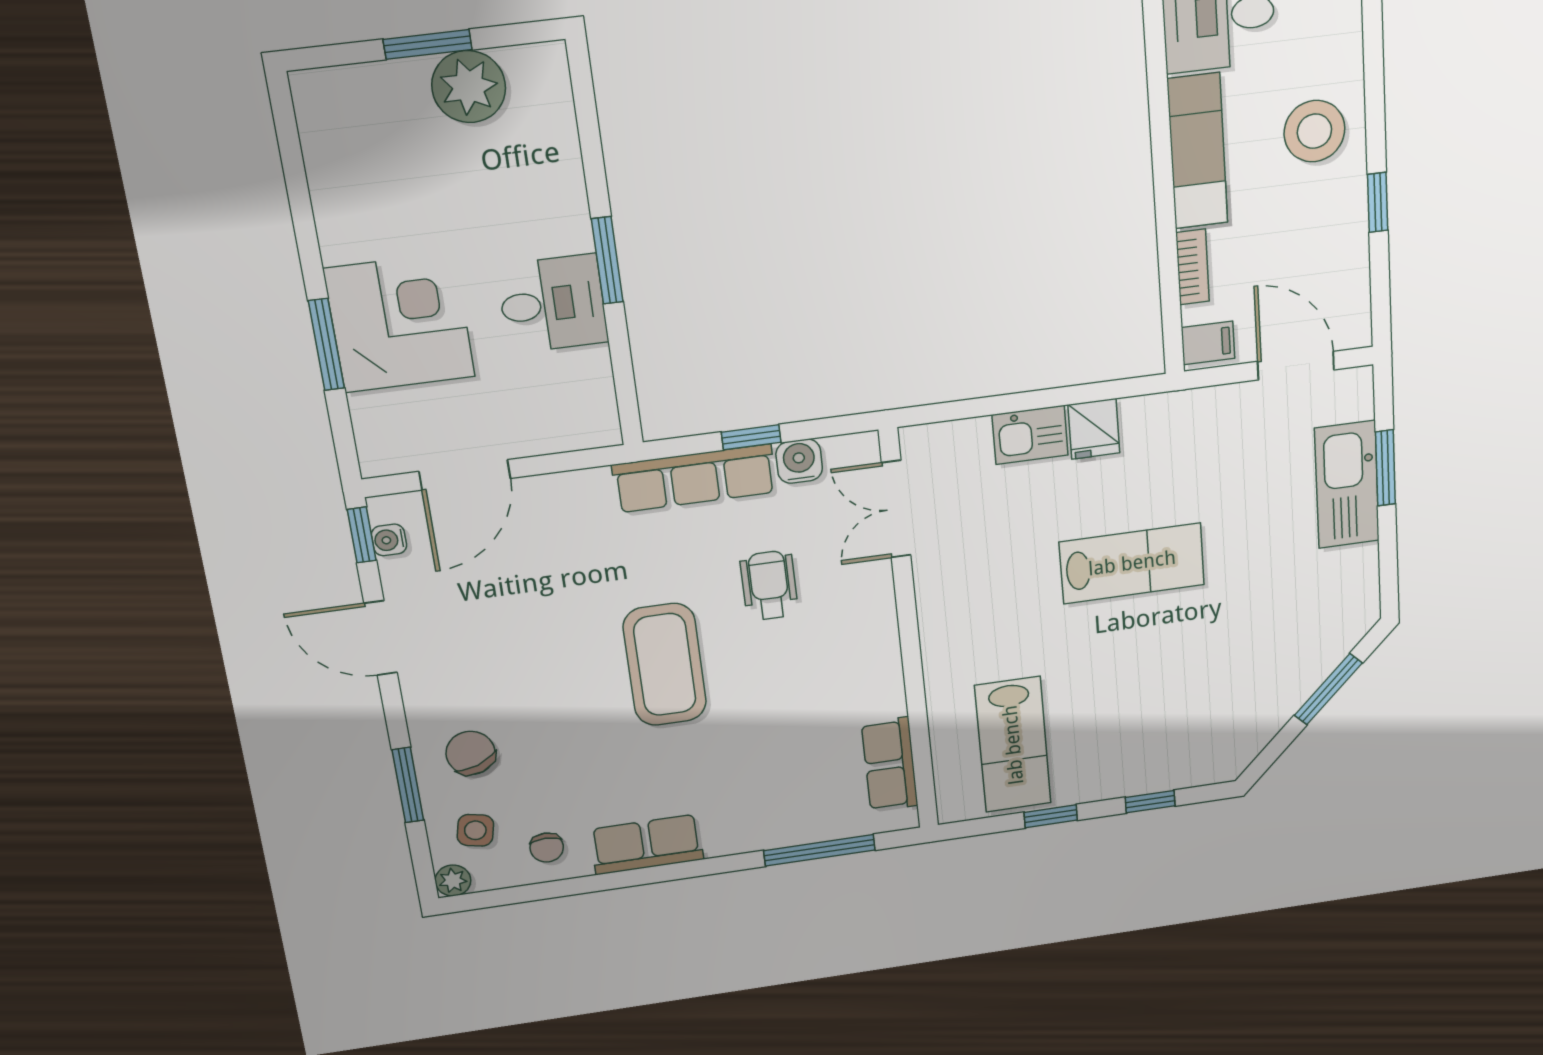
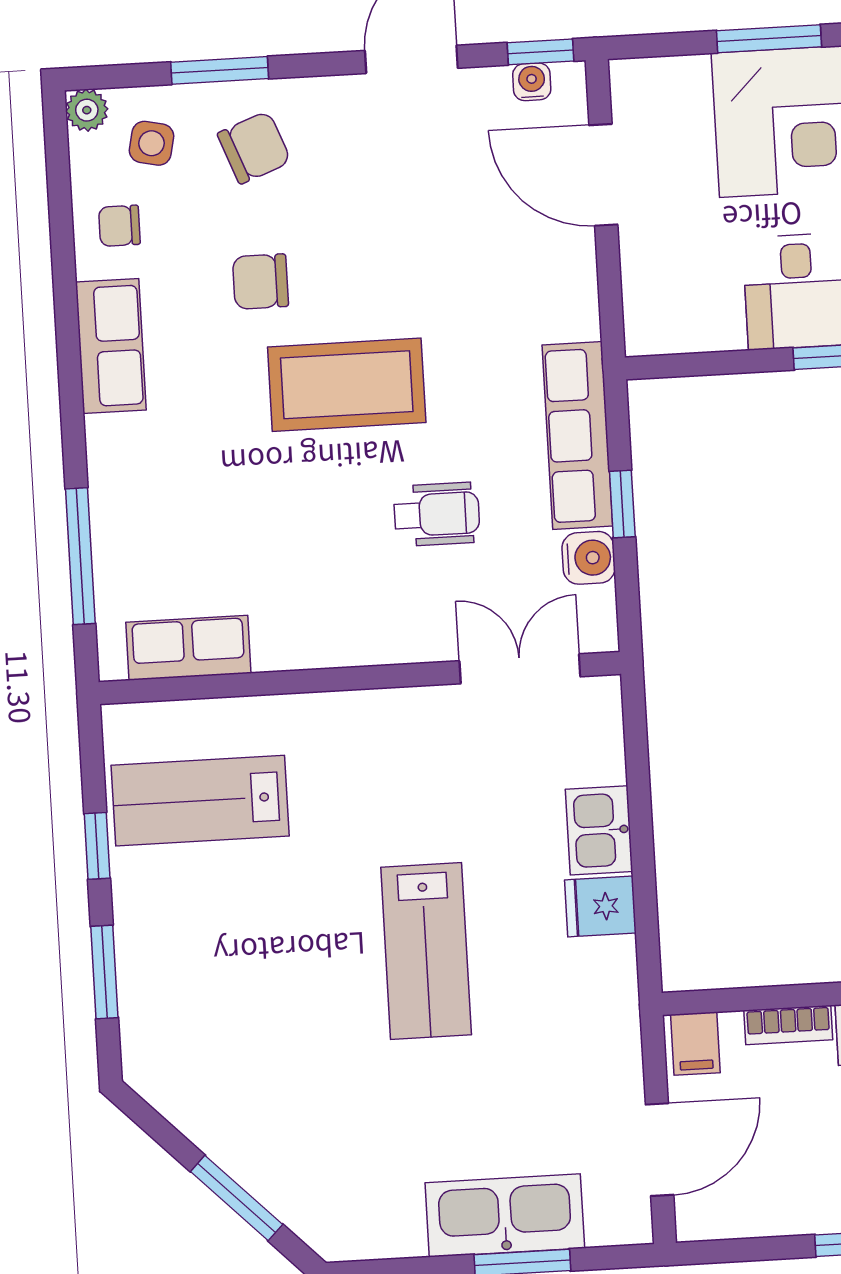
chair: (583, 738) -> (260, 282), added
window: (1150, 802) -> (104, 972), width x1.50

